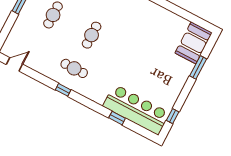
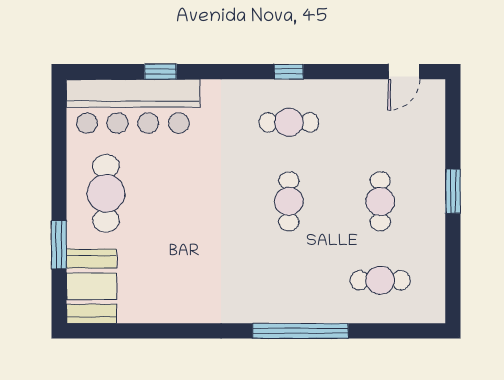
cafe table: (167, 79) -> (106, 193), added
window: (173, 116) -> (59, 129), removed

